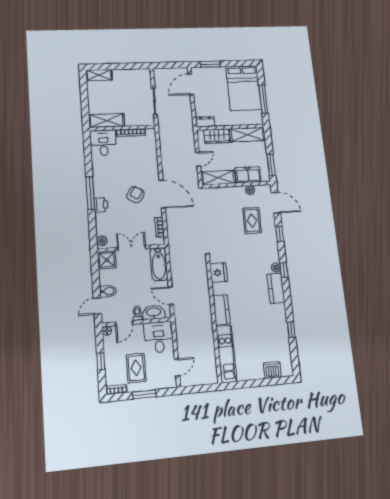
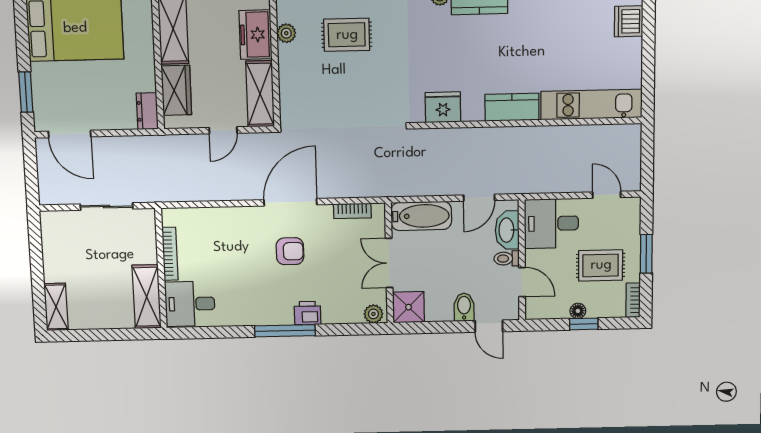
door: (198, 159) -> (223, 130), swing flipped
armchair: (135, 195) -> (290, 251), turned 149
floor lamp: (107, 331) -> (578, 311), moved

